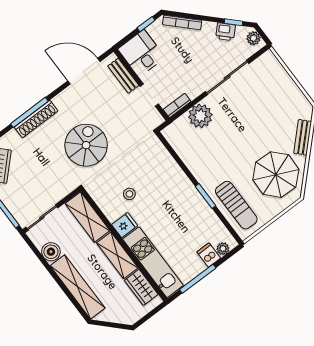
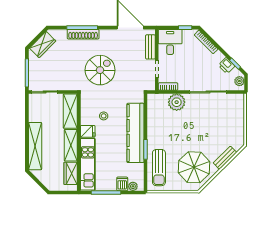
kitchen counter: (180, 186) -> (135, 133), added
boiler: (51, 252) -> (35, 115), removed

